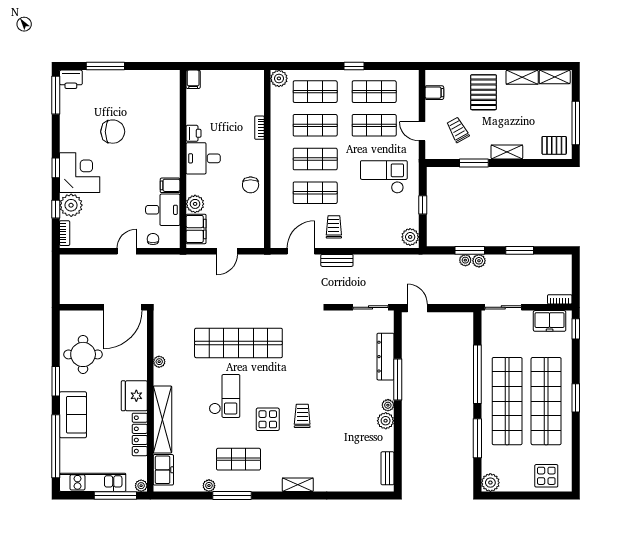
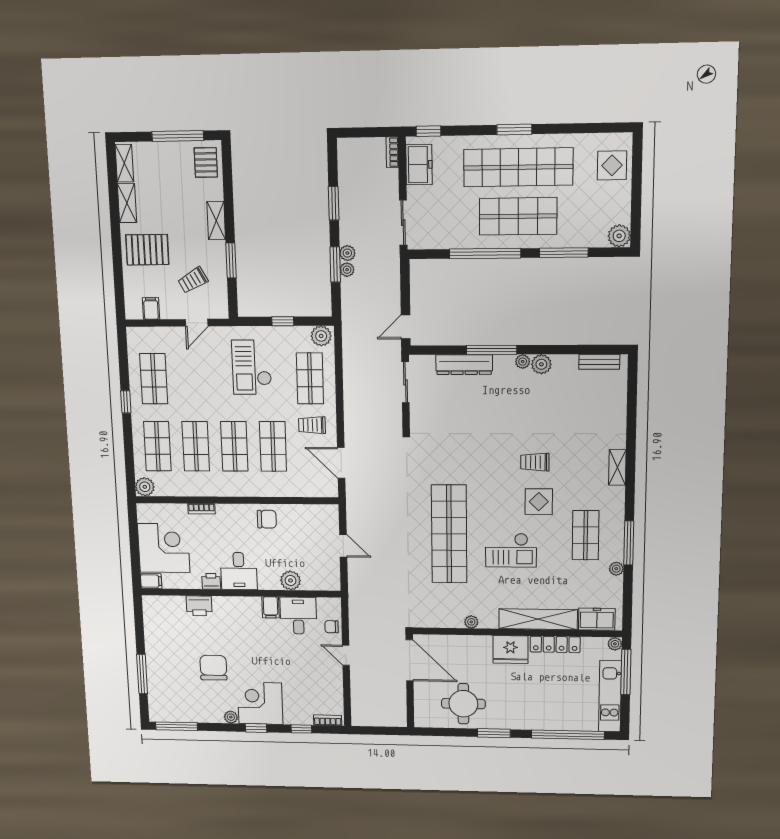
printer: (71, 79) -> (199, 606), moved, turned 90
corner desk: (224, 92) -> (164, 548), added
shop shelf: (374, 125) -> (310, 378), moved
plant: (71, 205) -> (231, 717), moved, width x0.53, depth x0.53
filing cabinet: (196, 229) -> (319, 580), removed
bench: (337, 260) -> (351, 422), removed
checkout: (225, 396) -> (511, 550), turned 180
shop shelf: (507, 401) -> (518, 216), width x0.71
sofa: (73, 415) -> (532, 716), removed

